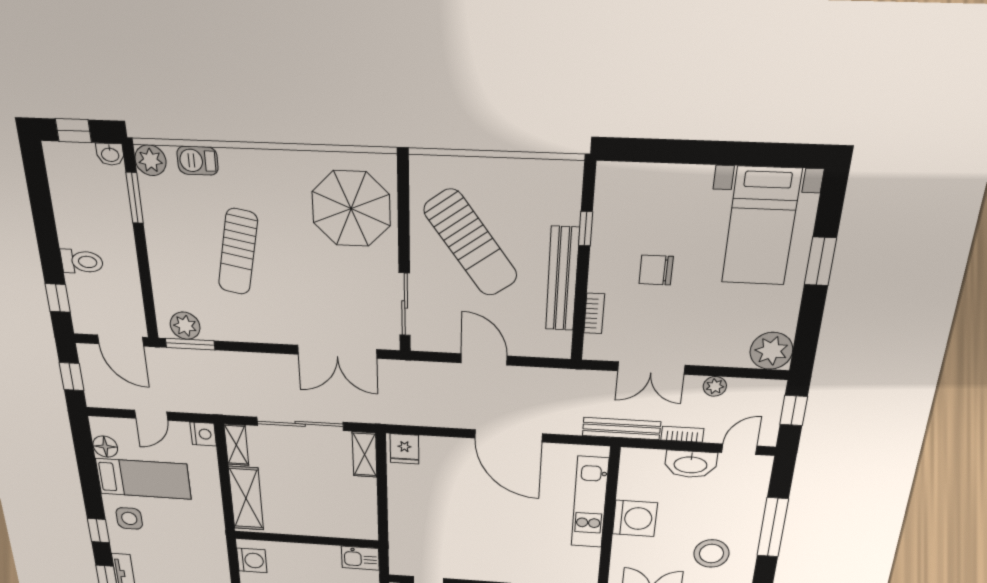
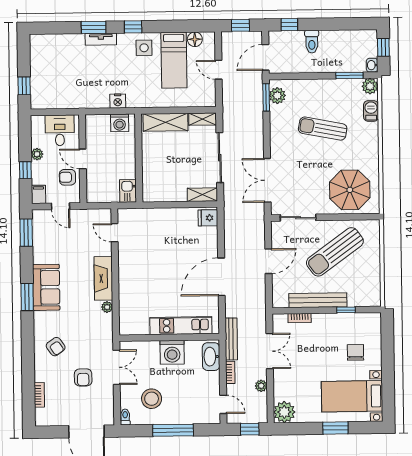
chair: (656, 270) -> (355, 352), moved
double door: (651, 368) -> (270, 351), swing flipped
nightstand: (203, 434) -> (118, 101), moved
washbasin: (691, 464) -> (211, 357), moved

